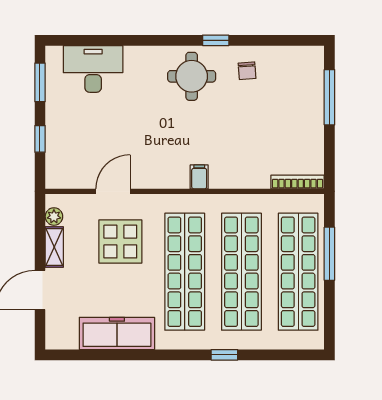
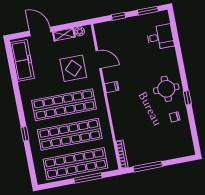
desk: (93, 69) -> (160, 37), width x0.73
window: (329, 97) -> (148, 167), moved
filing cabinet: (199, 177) -> (112, 87), moved
freezer: (117, 333) -> (22, 60), moved

